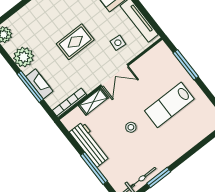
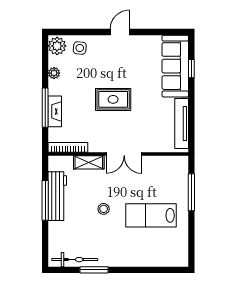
side table: (118, 43) -> (80, 48), moved
plant: (24, 57) -> (54, 73), width x0.53, depth x0.53
window: (94, 168) -> (45, 200), moved

